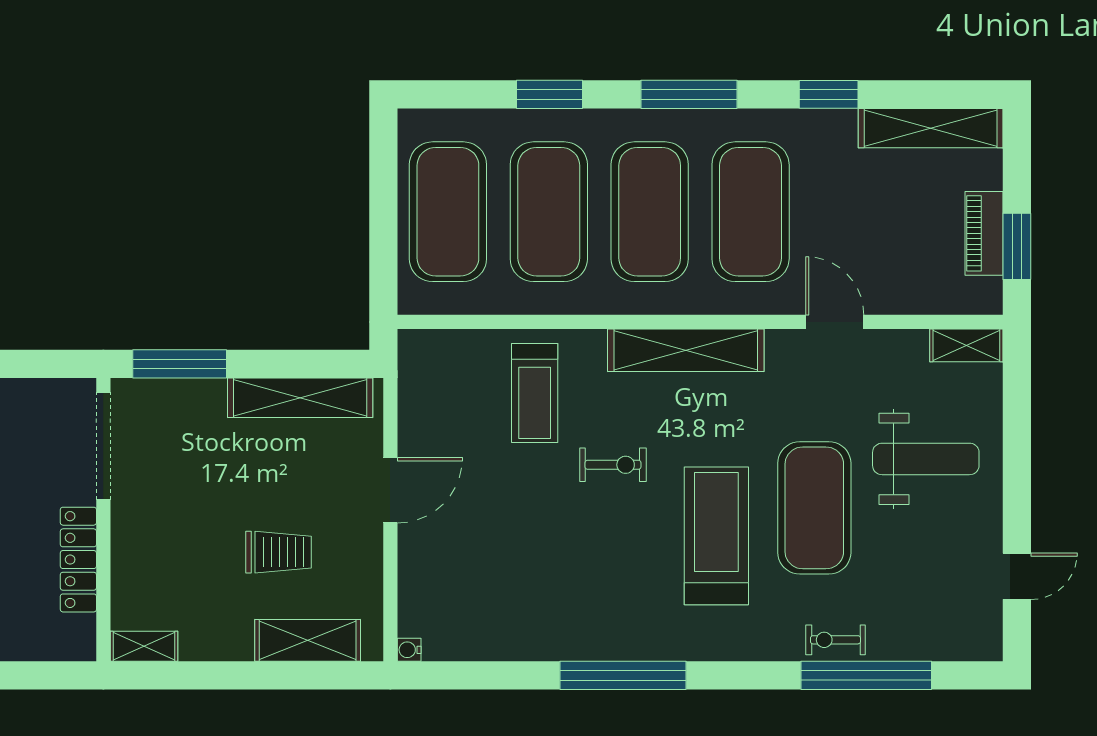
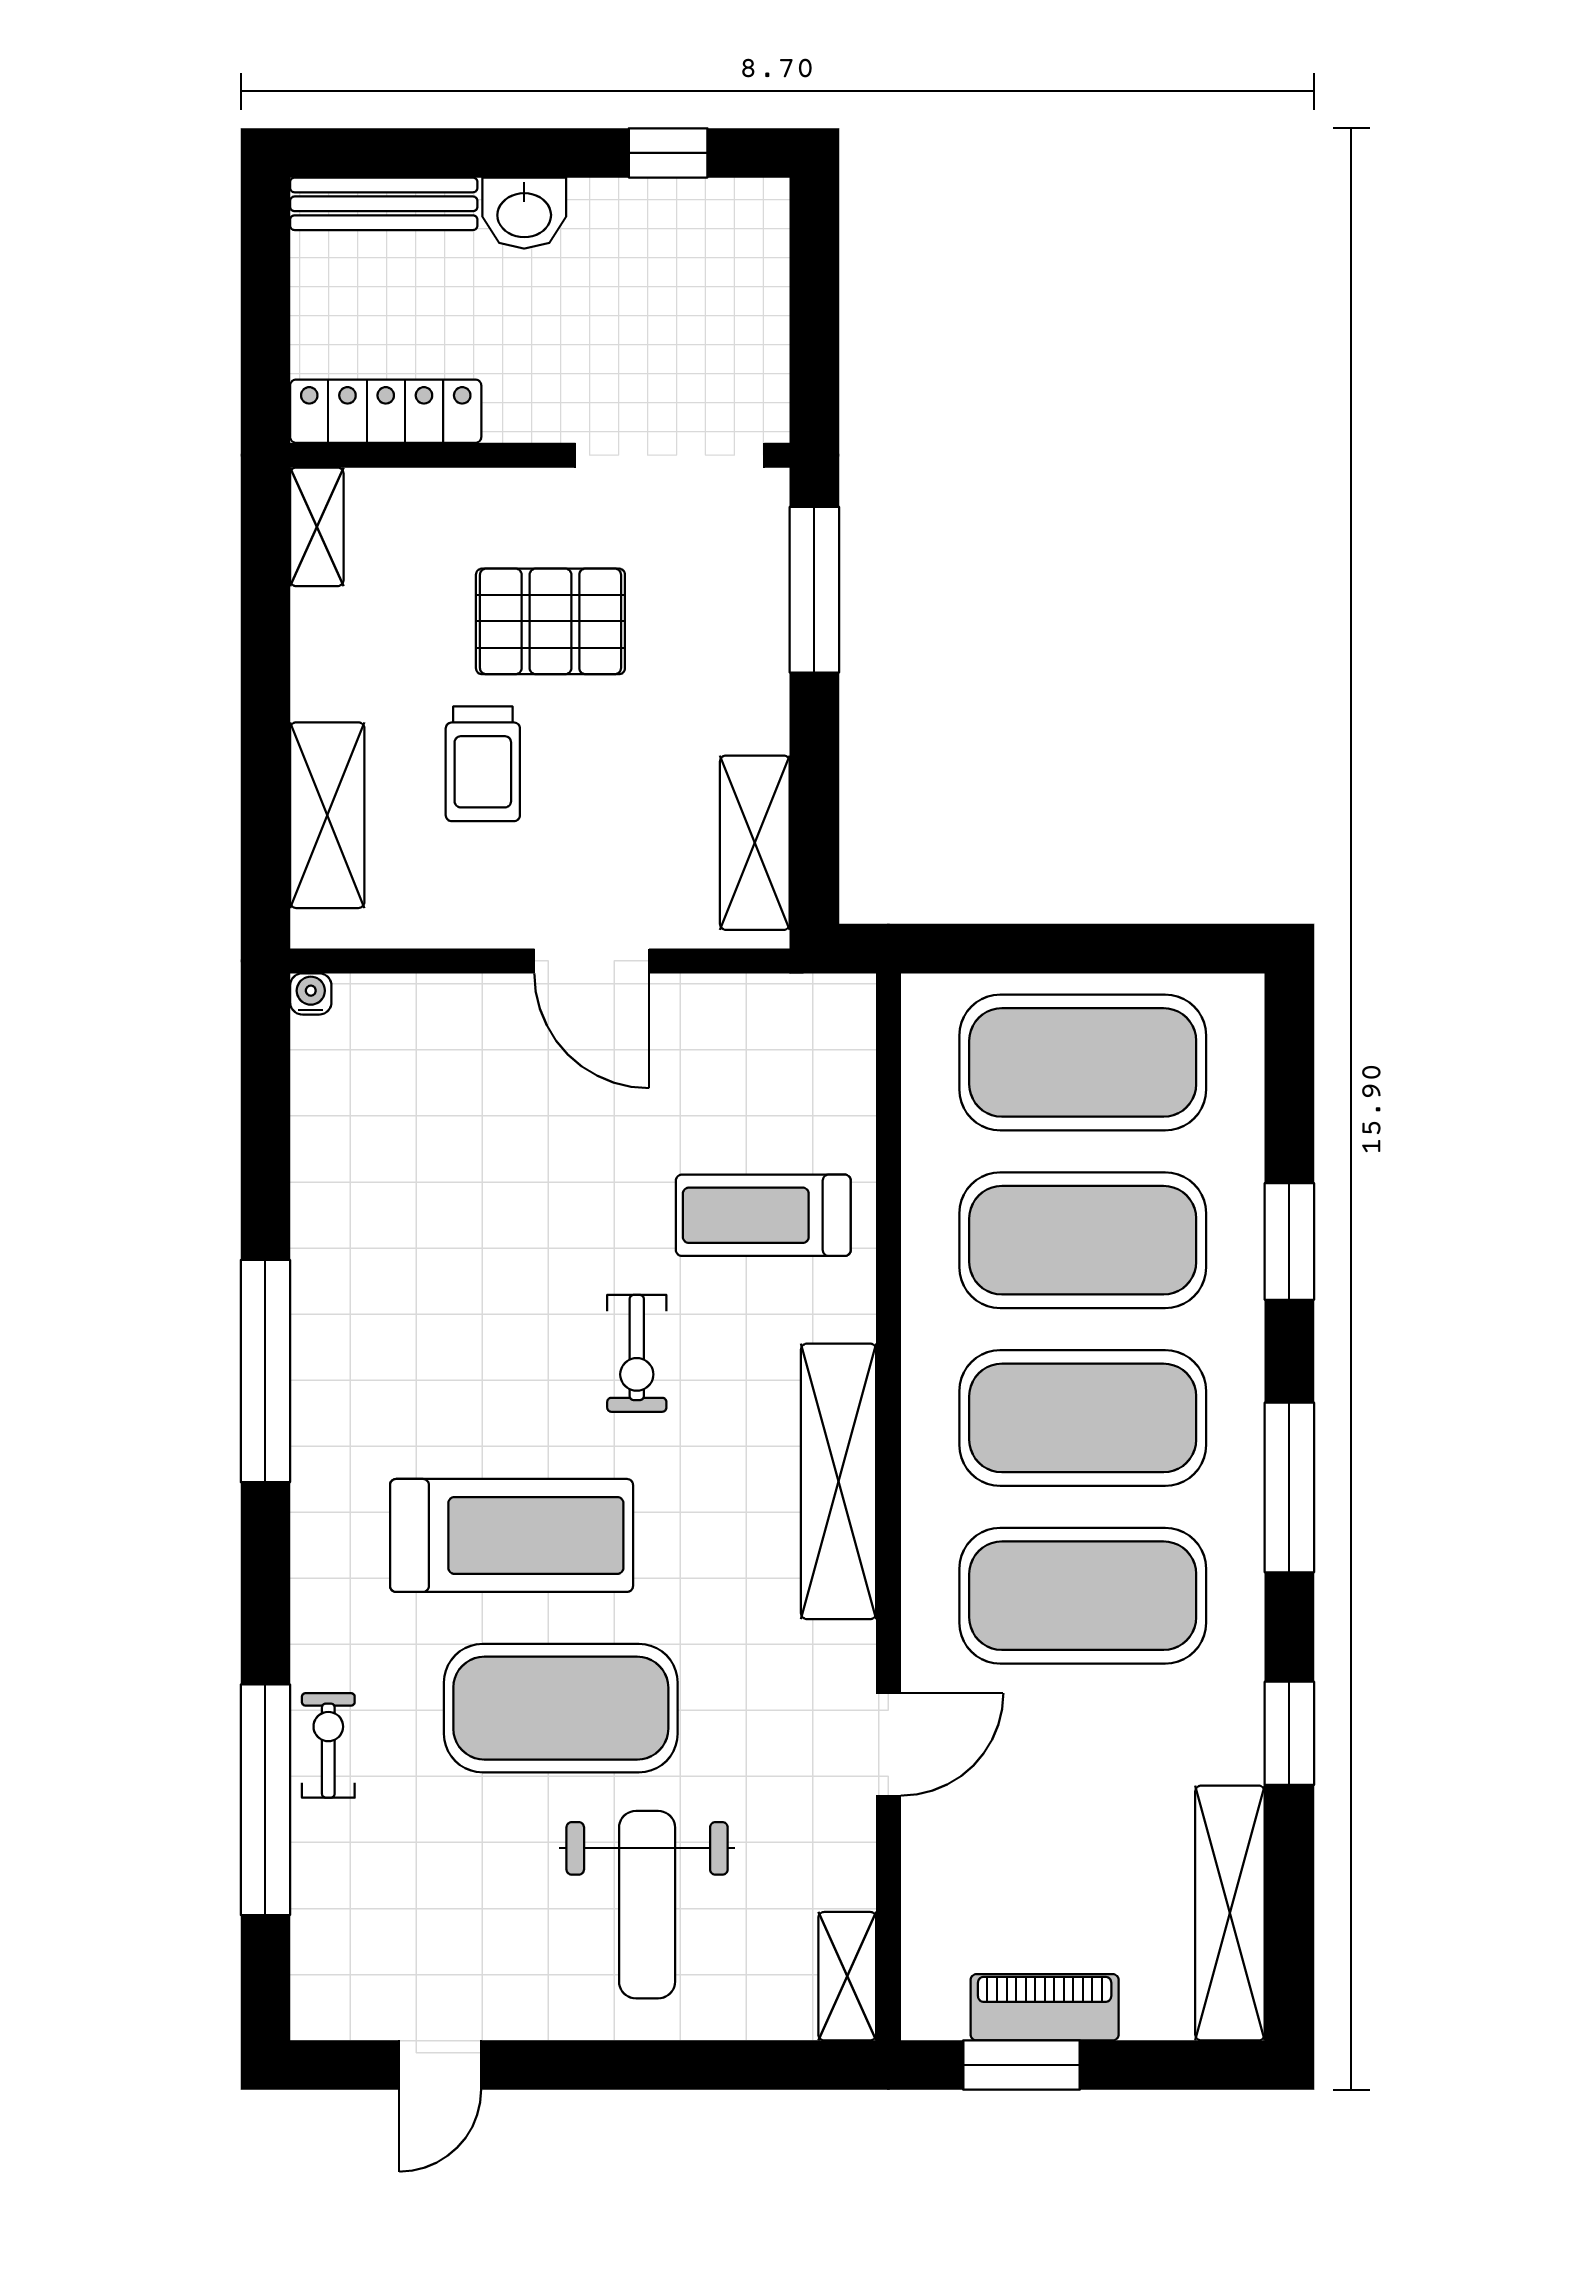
shelving: (300, 398) -> (755, 843), width x0.68
pallet: (198, 514) -> (550, 621), added
locker: (78, 560) -> (386, 411), moved
door: (1017, 576) -> (440, 2065), hinge flipped

